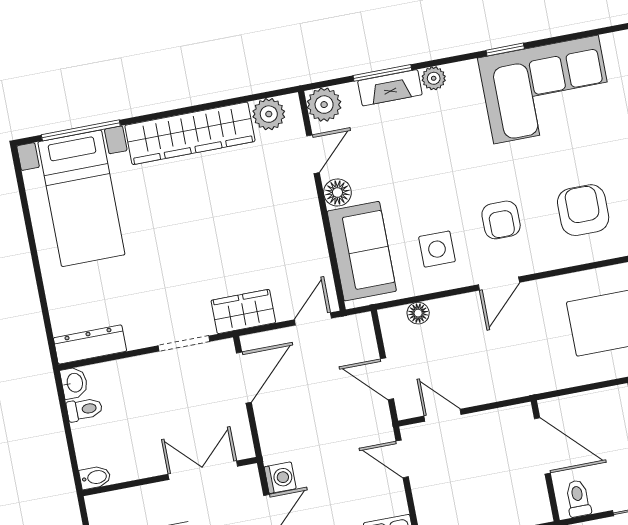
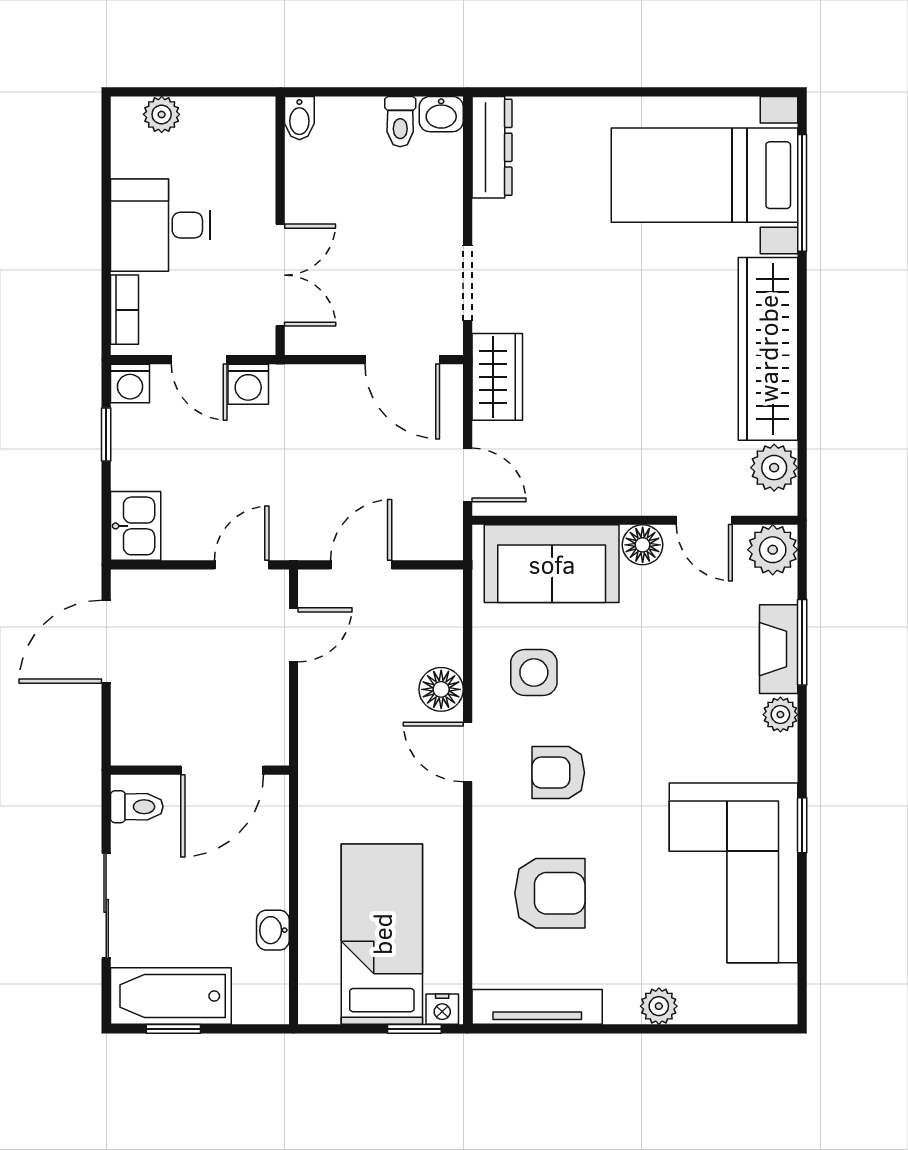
floor lamp: (418, 313) -> (441, 689), moved, width x1.37, depth x1.37

